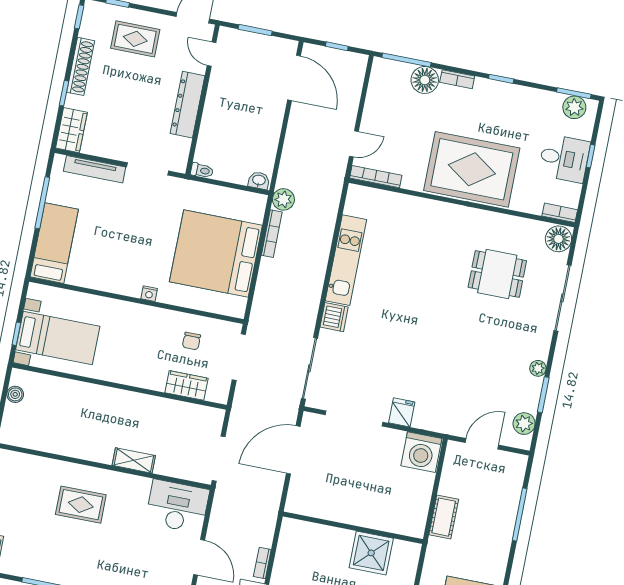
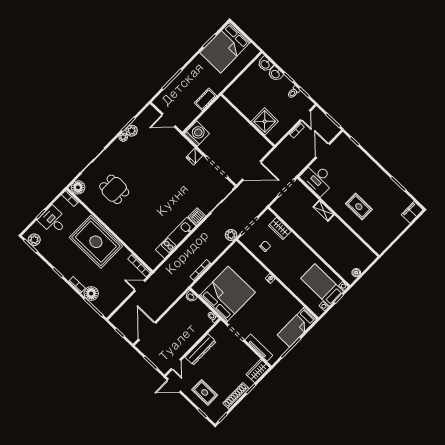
plant: (283, 199) -> (231, 235), moved
bed: (216, 253) -> (227, 294), moved, turned -90
plant: (524, 424) -> (132, 131), moved
shower: (371, 553) -> (265, 121), moved

